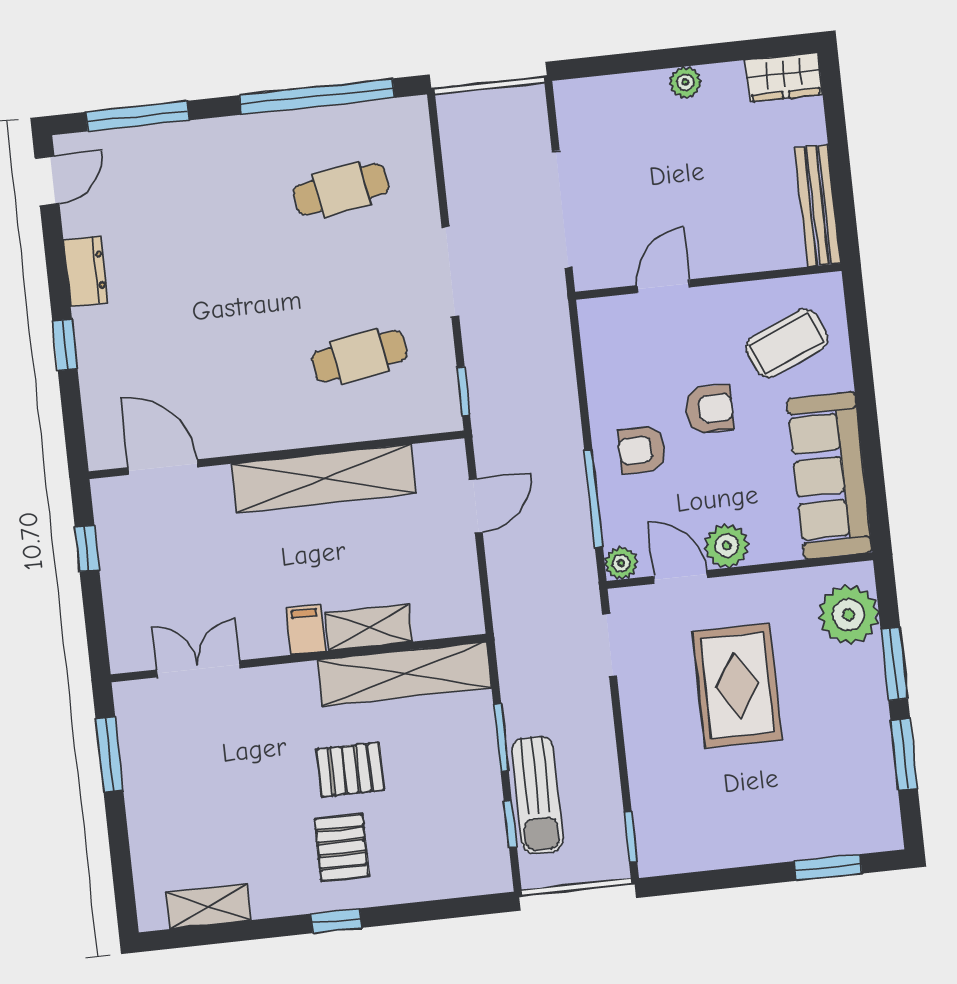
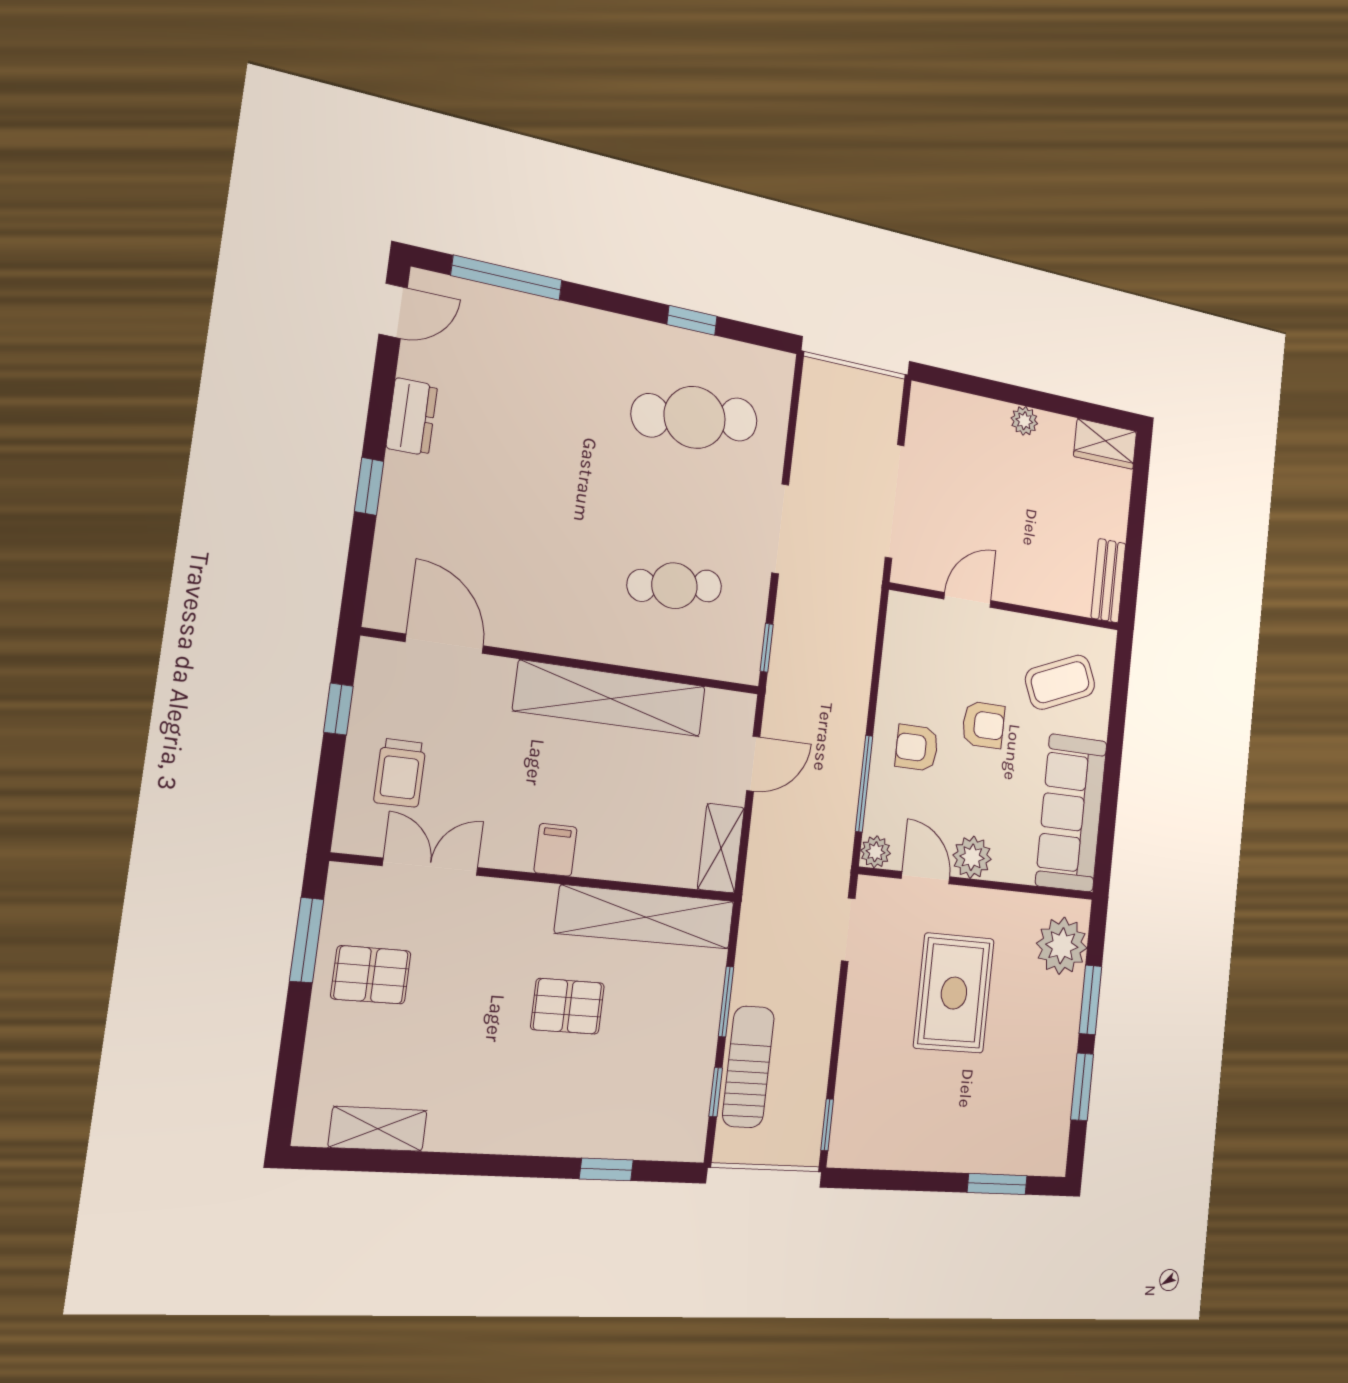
window: (317, 97) -> (692, 320), width x0.32
cafe table: (341, 189) -> (695, 417), width x1.37, depth x1.35
bench: (818, 205) -> (1108, 581), width x0.73
trolley: (152, 592) -> (400, 773), added
shelving: (369, 627) -> (721, 848), moved, turned 90
sun lounger: (537, 795) -> (748, 1067), turned 180
pallet: (342, 848) -> (371, 975), moved, turned 90
window: (336, 921) -> (606, 1169), moved

